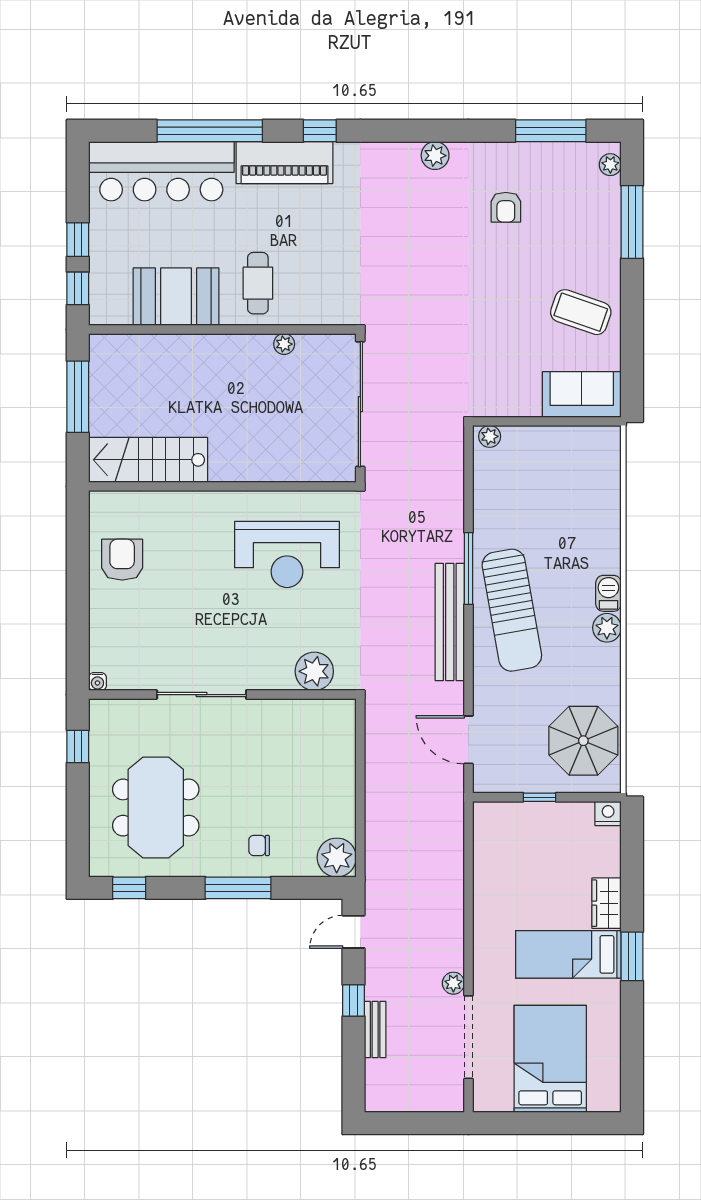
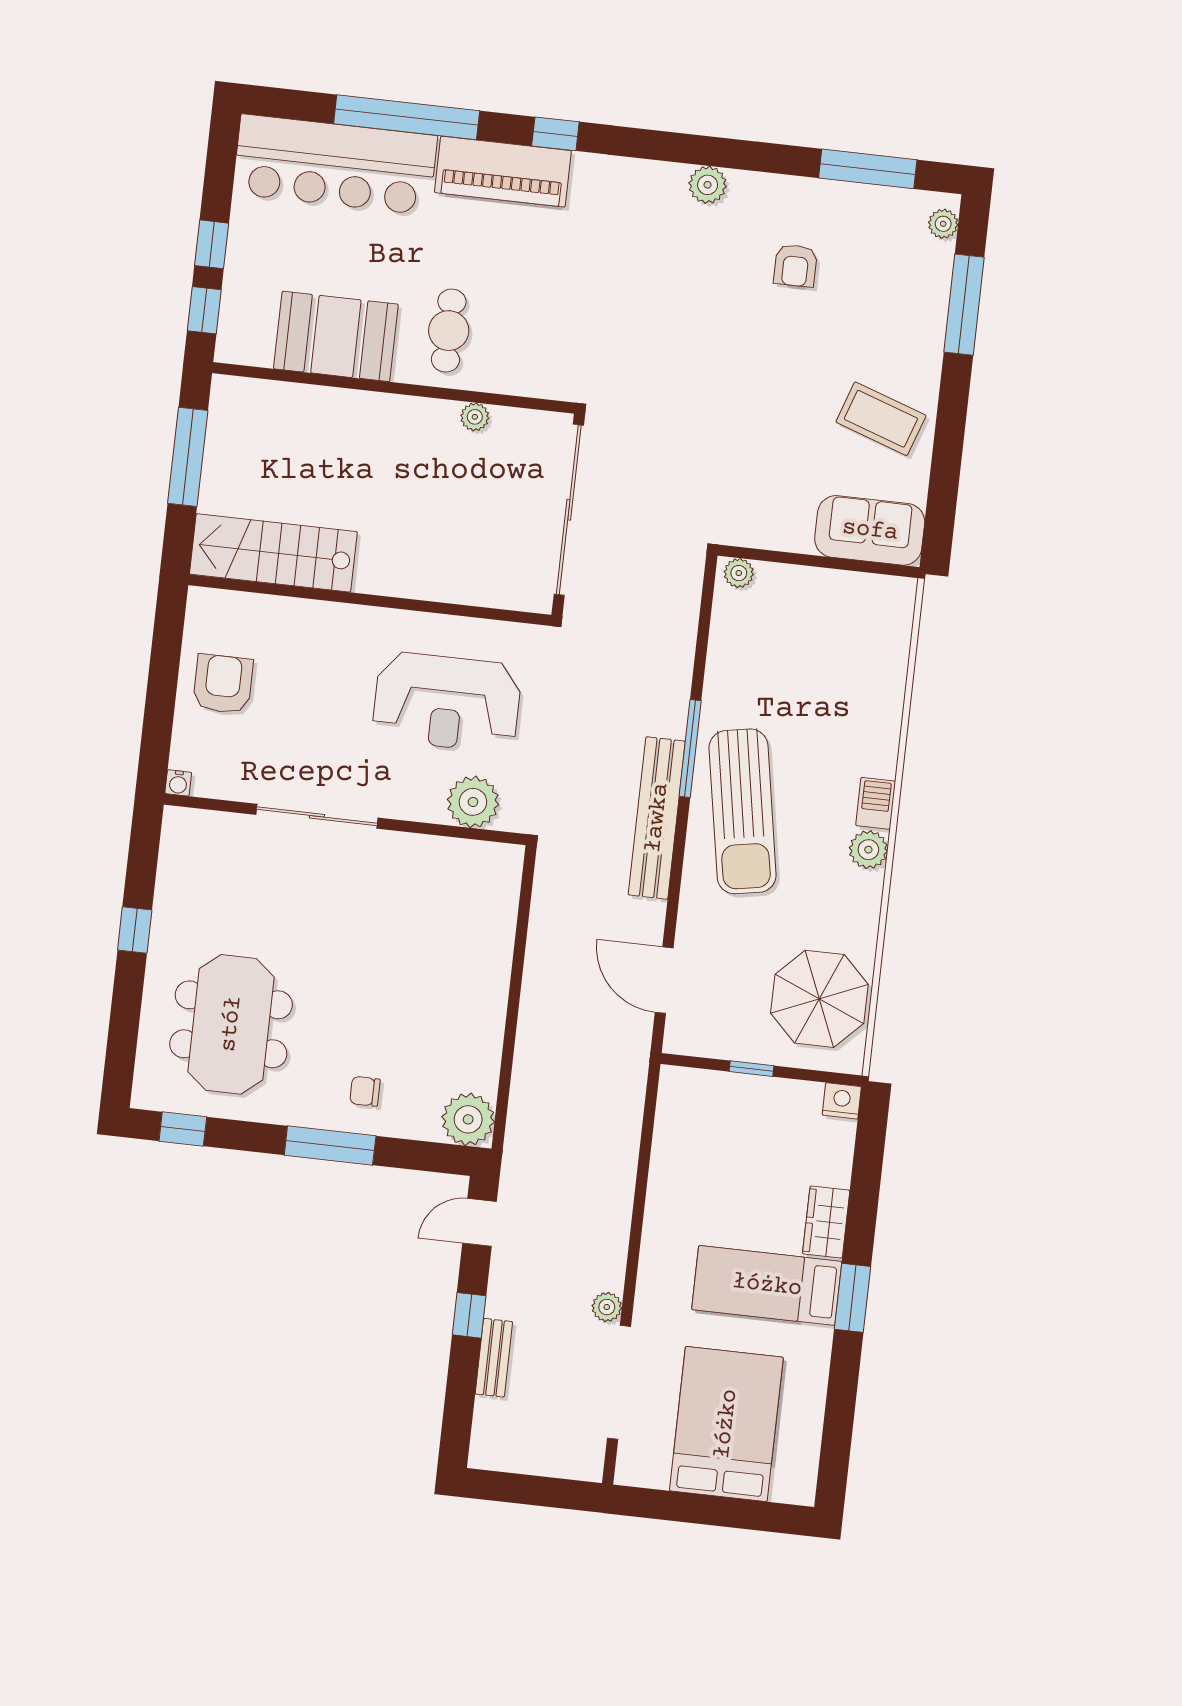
plant: (314, 671) -> (473, 802), moved
water cooler: (97, 682) -> (178, 783), moved
sliding door: (202, 695) -> (317, 816), moved
wall: (222, 695) -> (345, 819), moved

